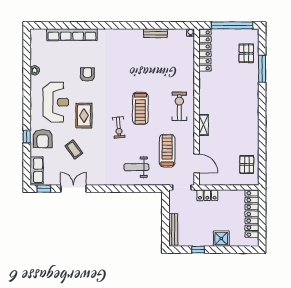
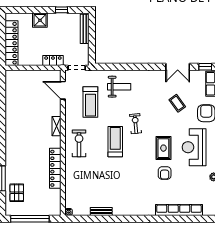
locker: (205, 50) -> (55, 168), moved
exercise bike: (179, 106) -> (79, 143), turned 180
rug: (84, 116) -> (163, 148), moved
pallet: (247, 164) -> (16, 89), removed

